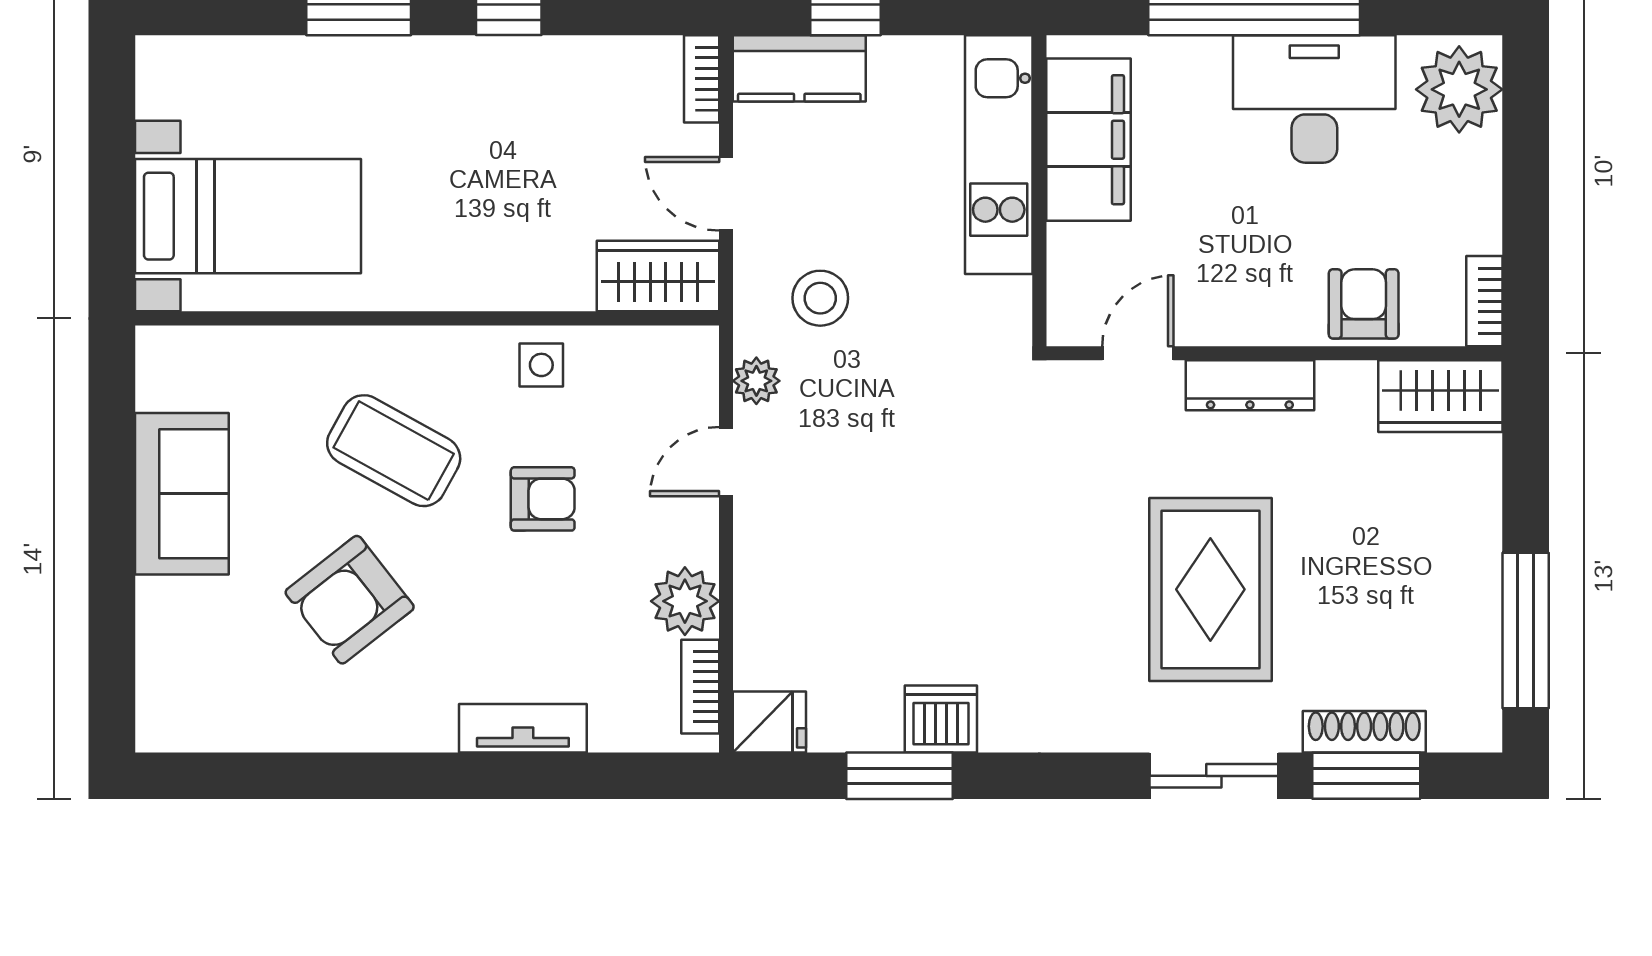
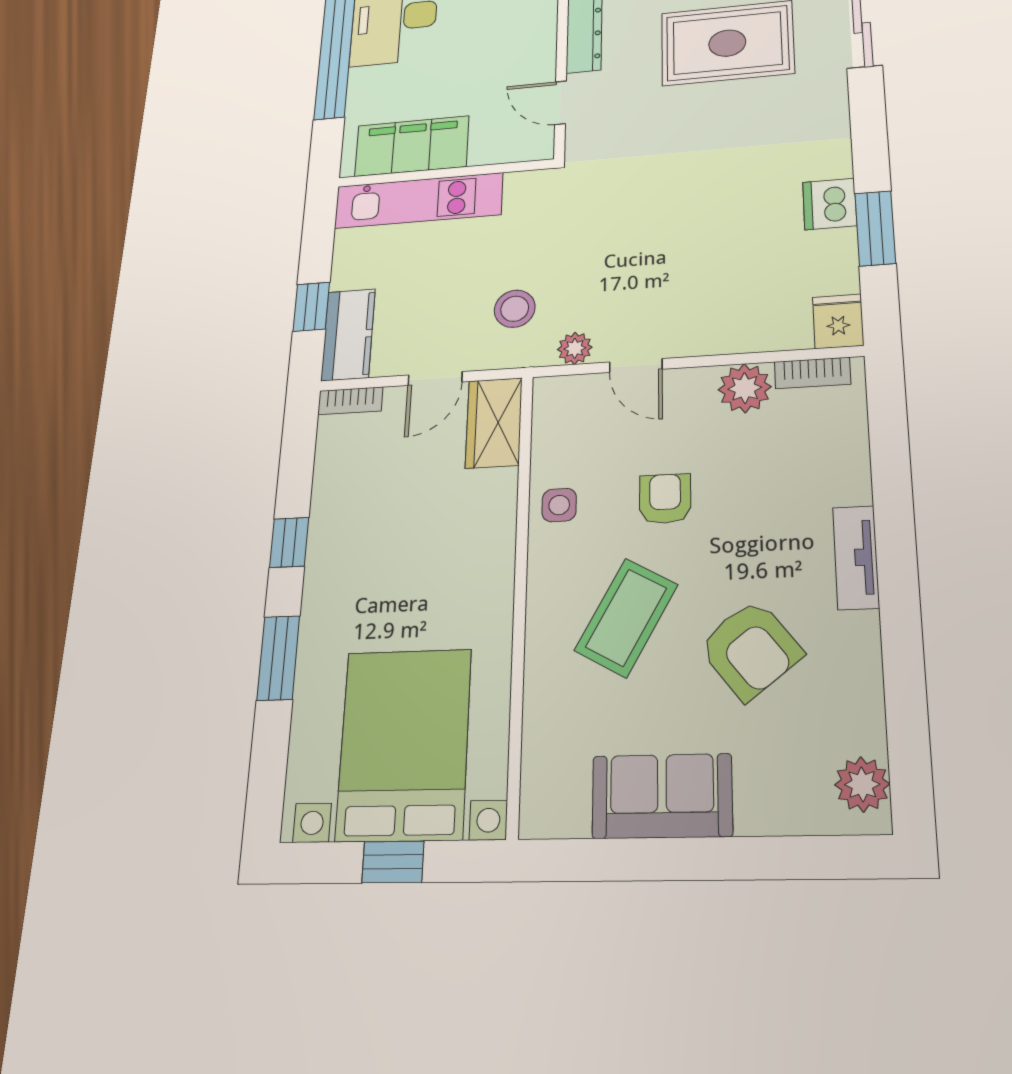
window: (112, 177) -> (393, 862), added
bed with nightstands: (248, 216) -> (404, 744), width x1.36
plant: (191, 722) -> (862, 784), added
tv unit: (523, 728) -> (856, 557), moved

